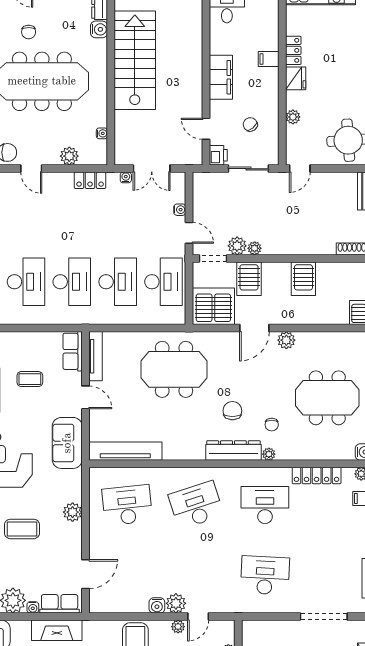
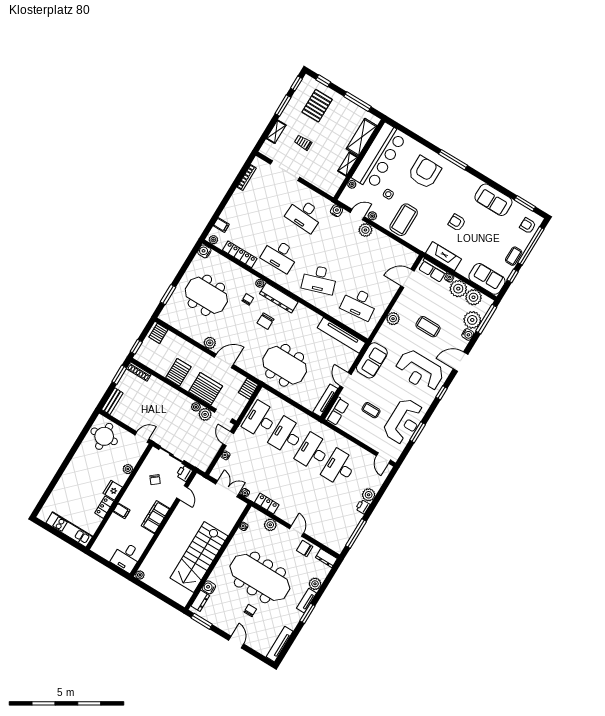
server rack: (249, 279) -> (206, 389), width x1.60
server rack: (213, 306) -> (248, 389), width x0.46, depth x0.70
water cooler: (157, 605) -> (336, 211), moved

